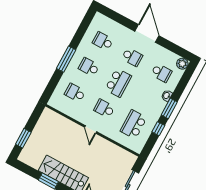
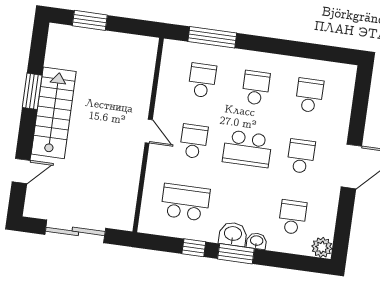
school desk: (132, 57) -> (301, 156), turned 180
window: (66, 59) -> (212, 37), moved
school desk: (161, 73) -> (292, 217), turned 180
washbasin: (159, 106) -> (233, 234), added
door: (91, 129) -> (149, 131), swing flipped

